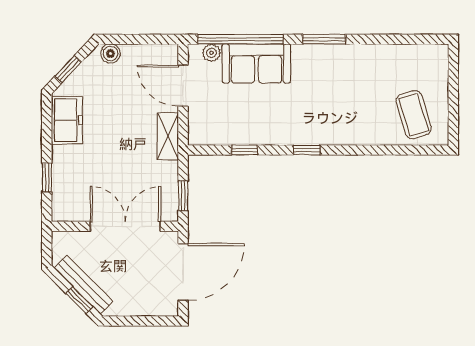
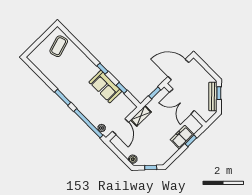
sofa: (256, 63) -> (105, 87), moved, turned 180
freezer: (67, 120) -> (182, 137), moved

